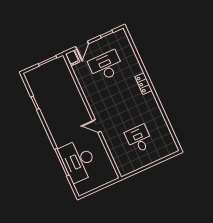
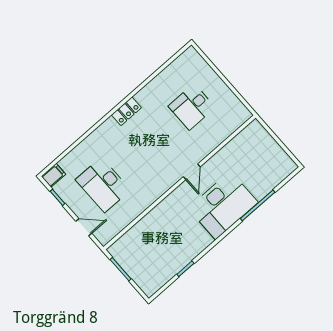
filing cabinet: (73, 58) -> (53, 175), moved
locker: (143, 84) -> (126, 111), moved
desk: (78, 161) -> (223, 205), moved

